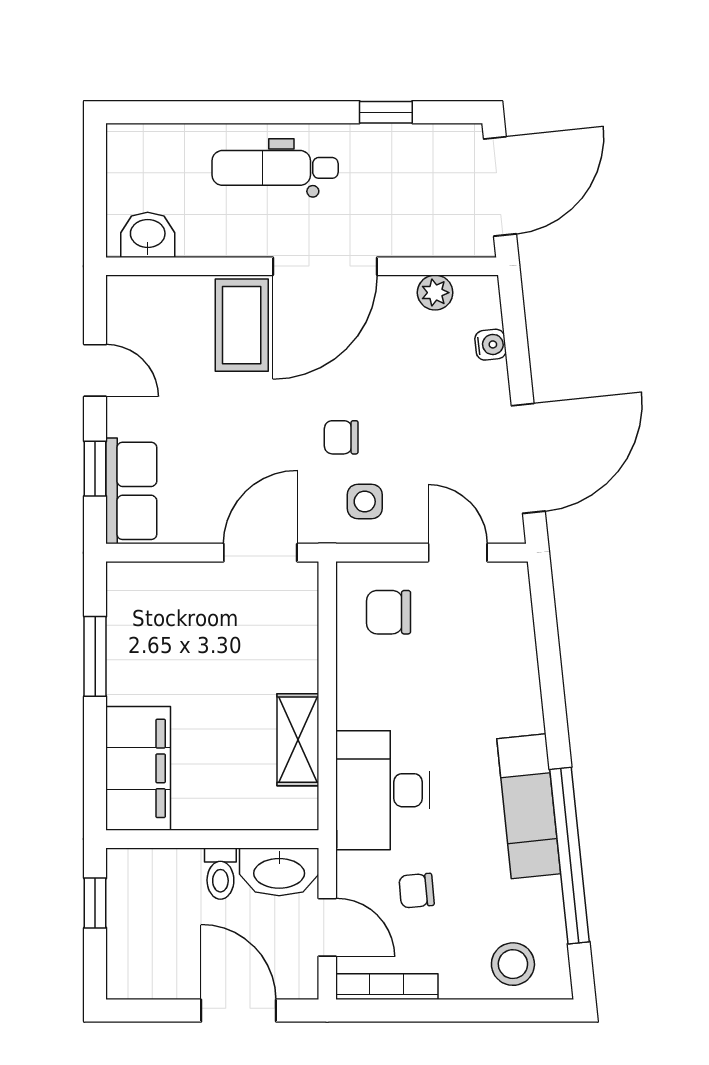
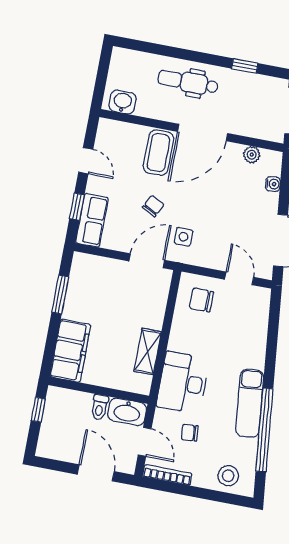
chair: (341, 437) -> (153, 206), moved, turned 117
side table: (365, 502) -> (184, 237), moved

